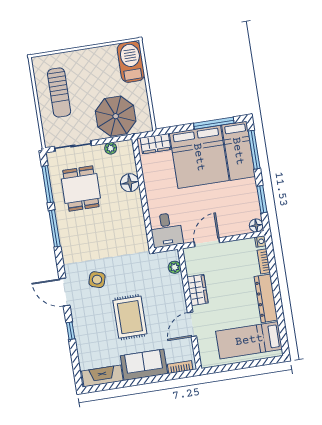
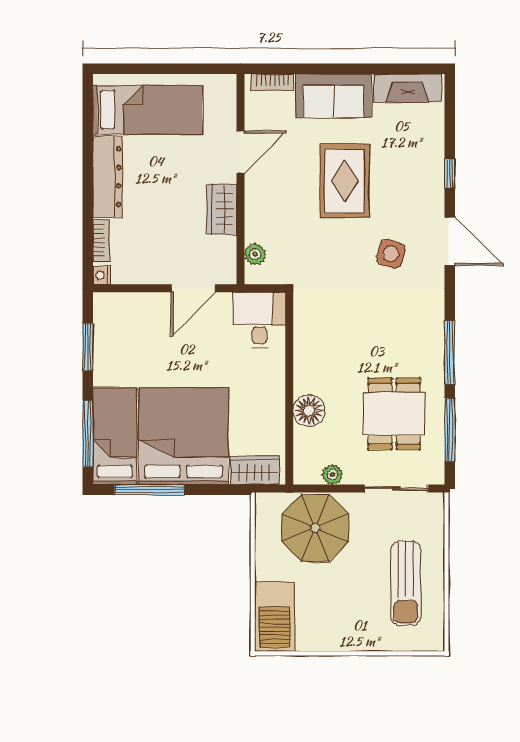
sun lounger: (59, 93) -> (406, 583), turned 180
floor lamp: (256, 225) -> (105, 304), removed

